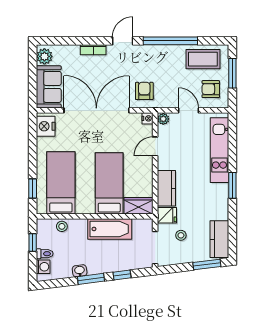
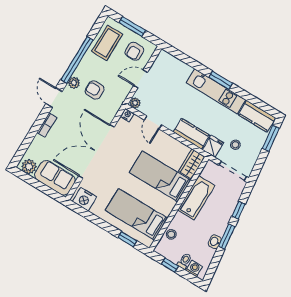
plant: (147, 51) -> (74, 83), added
armchair: (144, 91) -> (95, 90), moved
kitchen unit: (219, 150) -> (216, 91), moved

